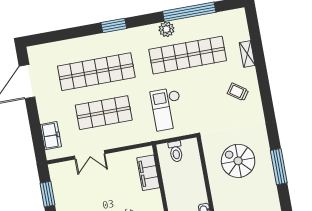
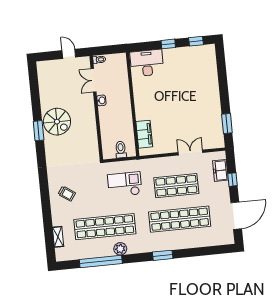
shelving: (247, 54) -> (58, 237), moved
checkout: (167, 109) -> (125, 184), turned -90
window: (35, 126) -> (233, 180), added
spiral stairs: (238, 161) -> (57, 122), moved
window: (279, 167) -> (39, 131), width x0.69

